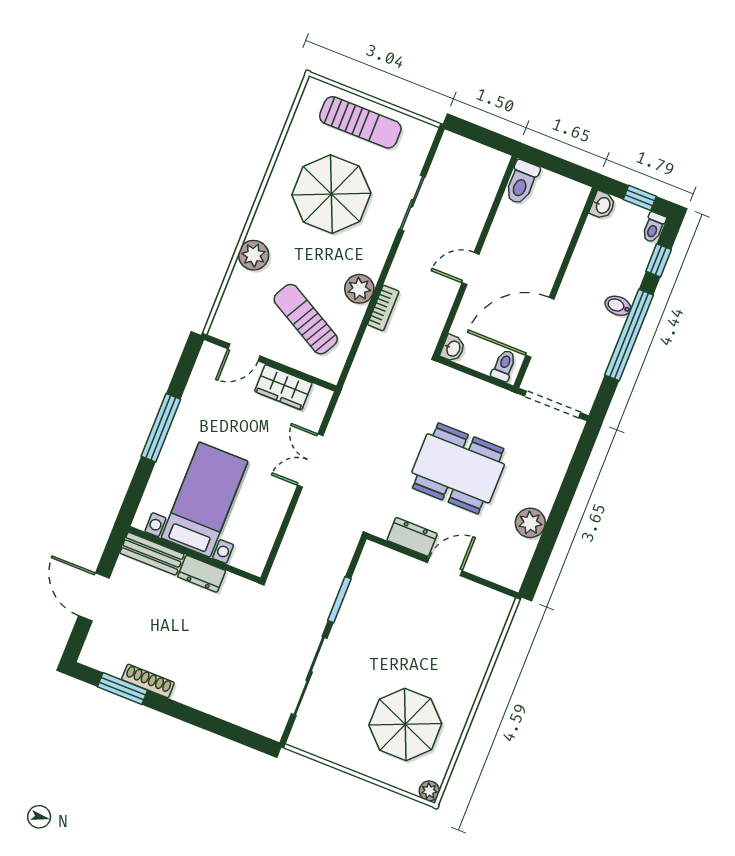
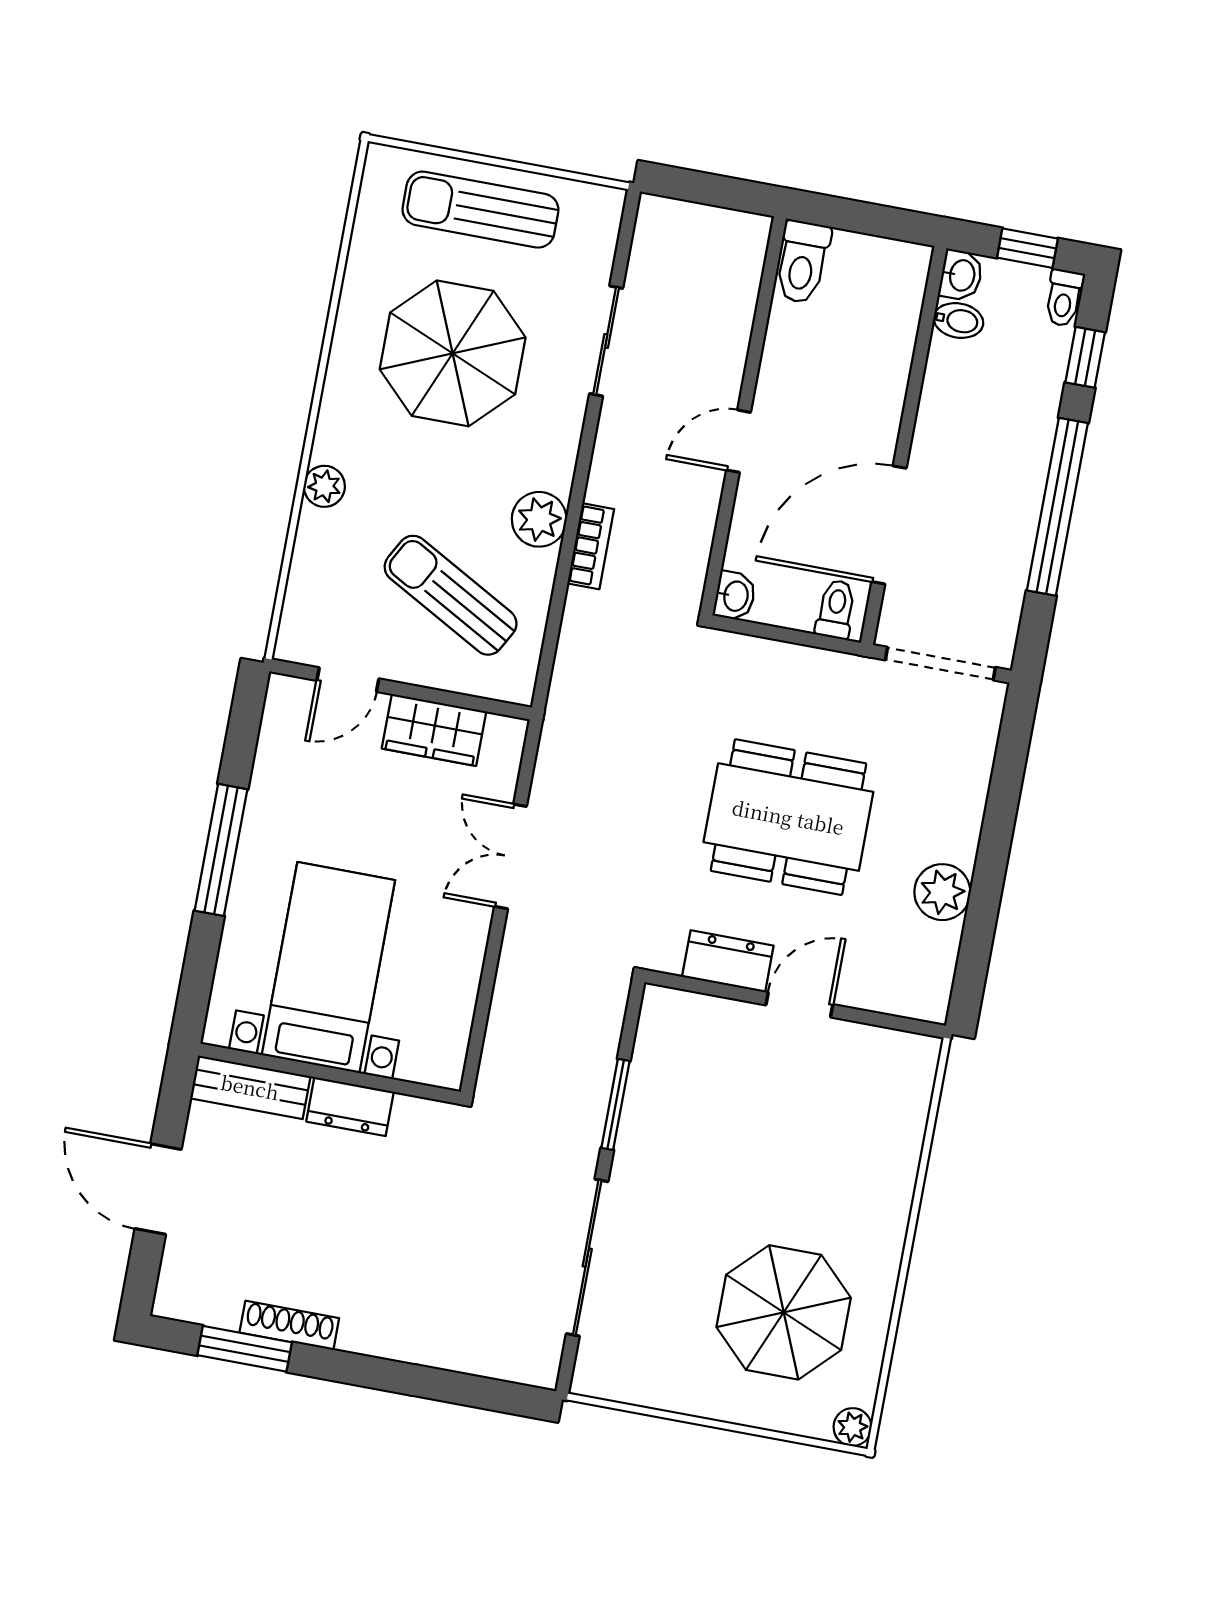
sun lounger: (360, 122) -> (480, 210), turned 180
plant: (254, 255) -> (324, 486), width x0.73, depth x0.73
bidet: (618, 306) -> (958, 321), moved, turned 180

